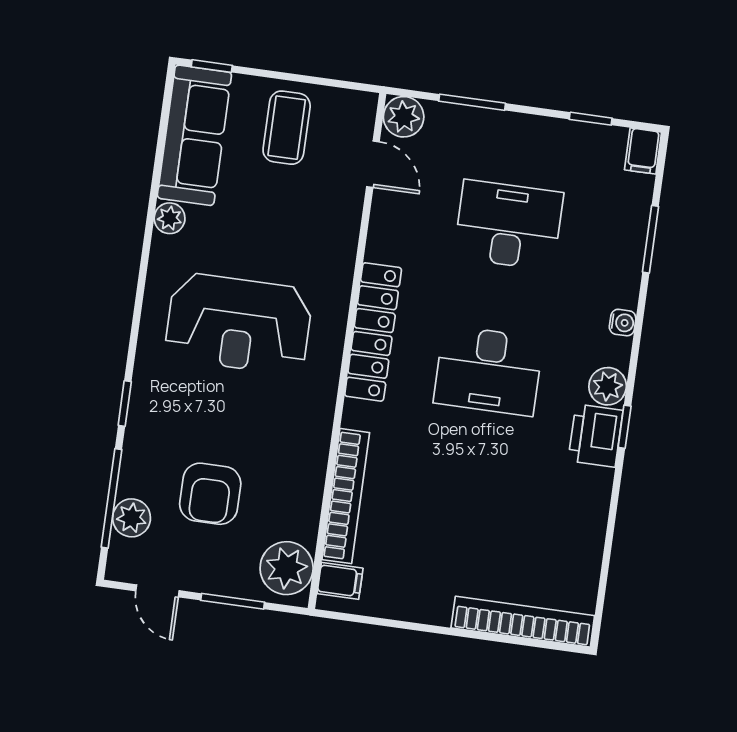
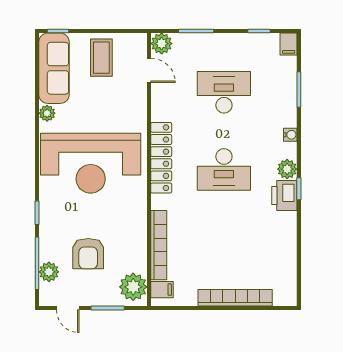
reception desk: (239, 324) -> (91, 163), width x1.36, depth x1.30
bookcase: (523, 622) -> (235, 298), moved

